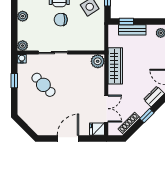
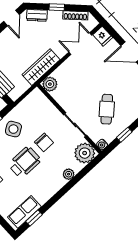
plant: (23, 46) -> (85, 153), width x1.88, depth x1.88

